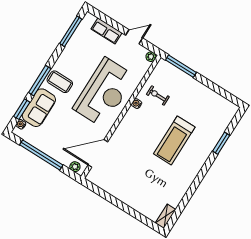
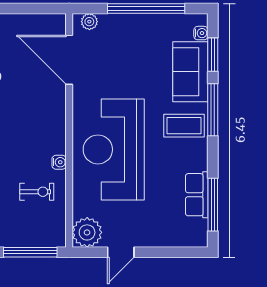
row of seats: (107, 31) -> (197, 195), moved, turned -90
plant: (151, 57) -> (87, 232), width x1.88, depth x1.88
door: (98, 153) -> (69, 60), swing flipped

